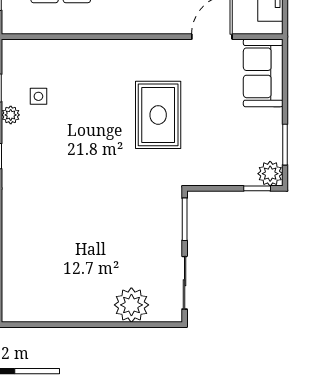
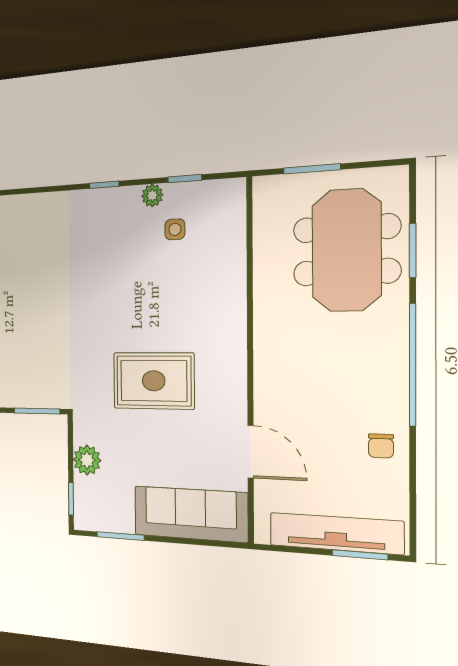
sofa: (263, 73) -> (190, 514), width x1.36
plant: (270, 174) -> (87, 460), moved

